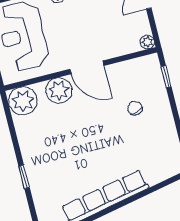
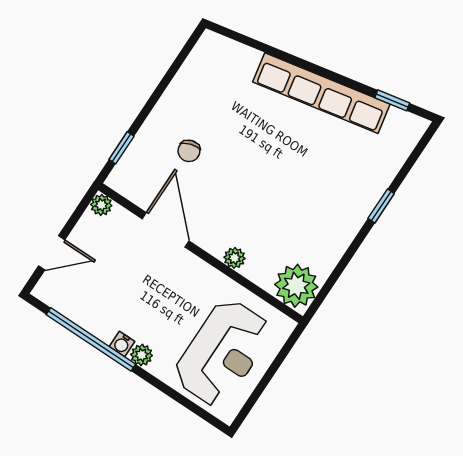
door: (87, 67) -> (166, 230), moved
plant: (59, 91) -> (234, 258), width x0.53, depth x0.53

